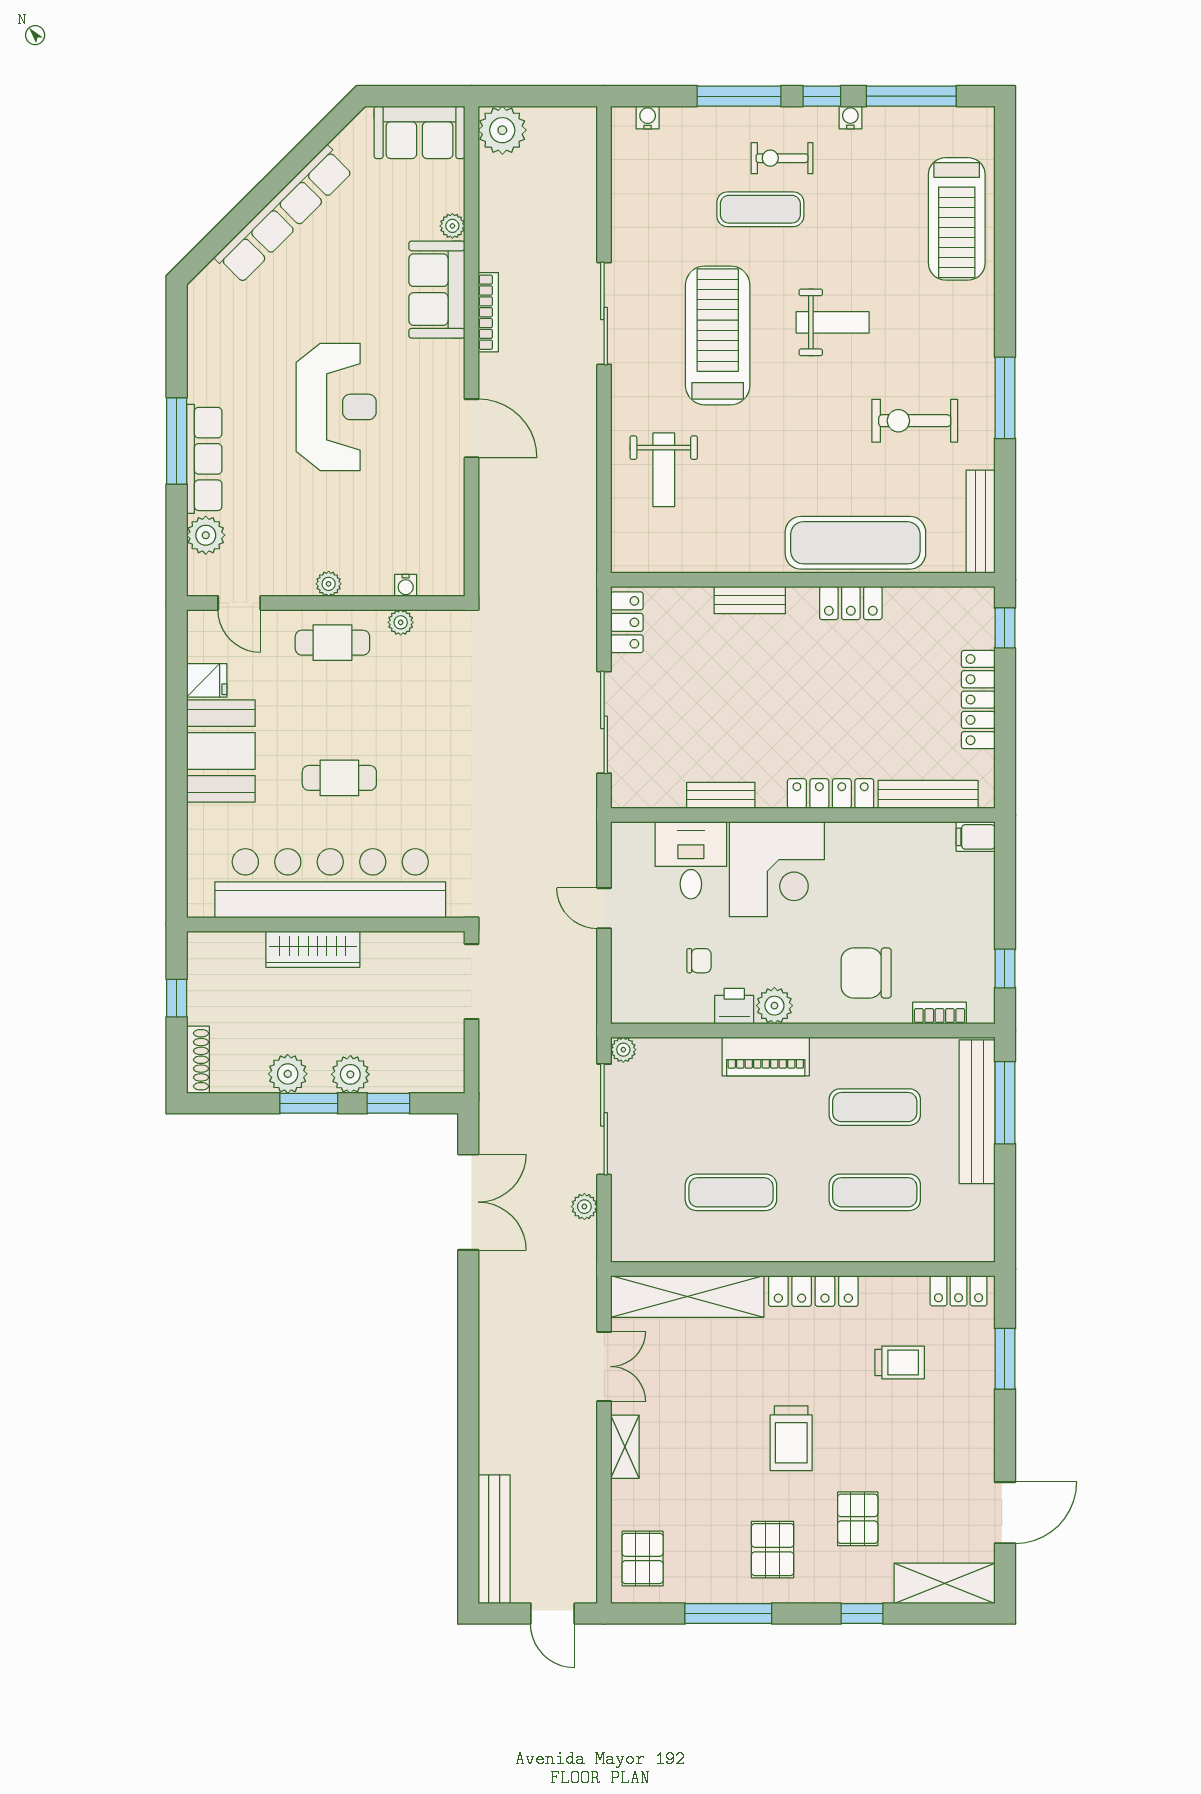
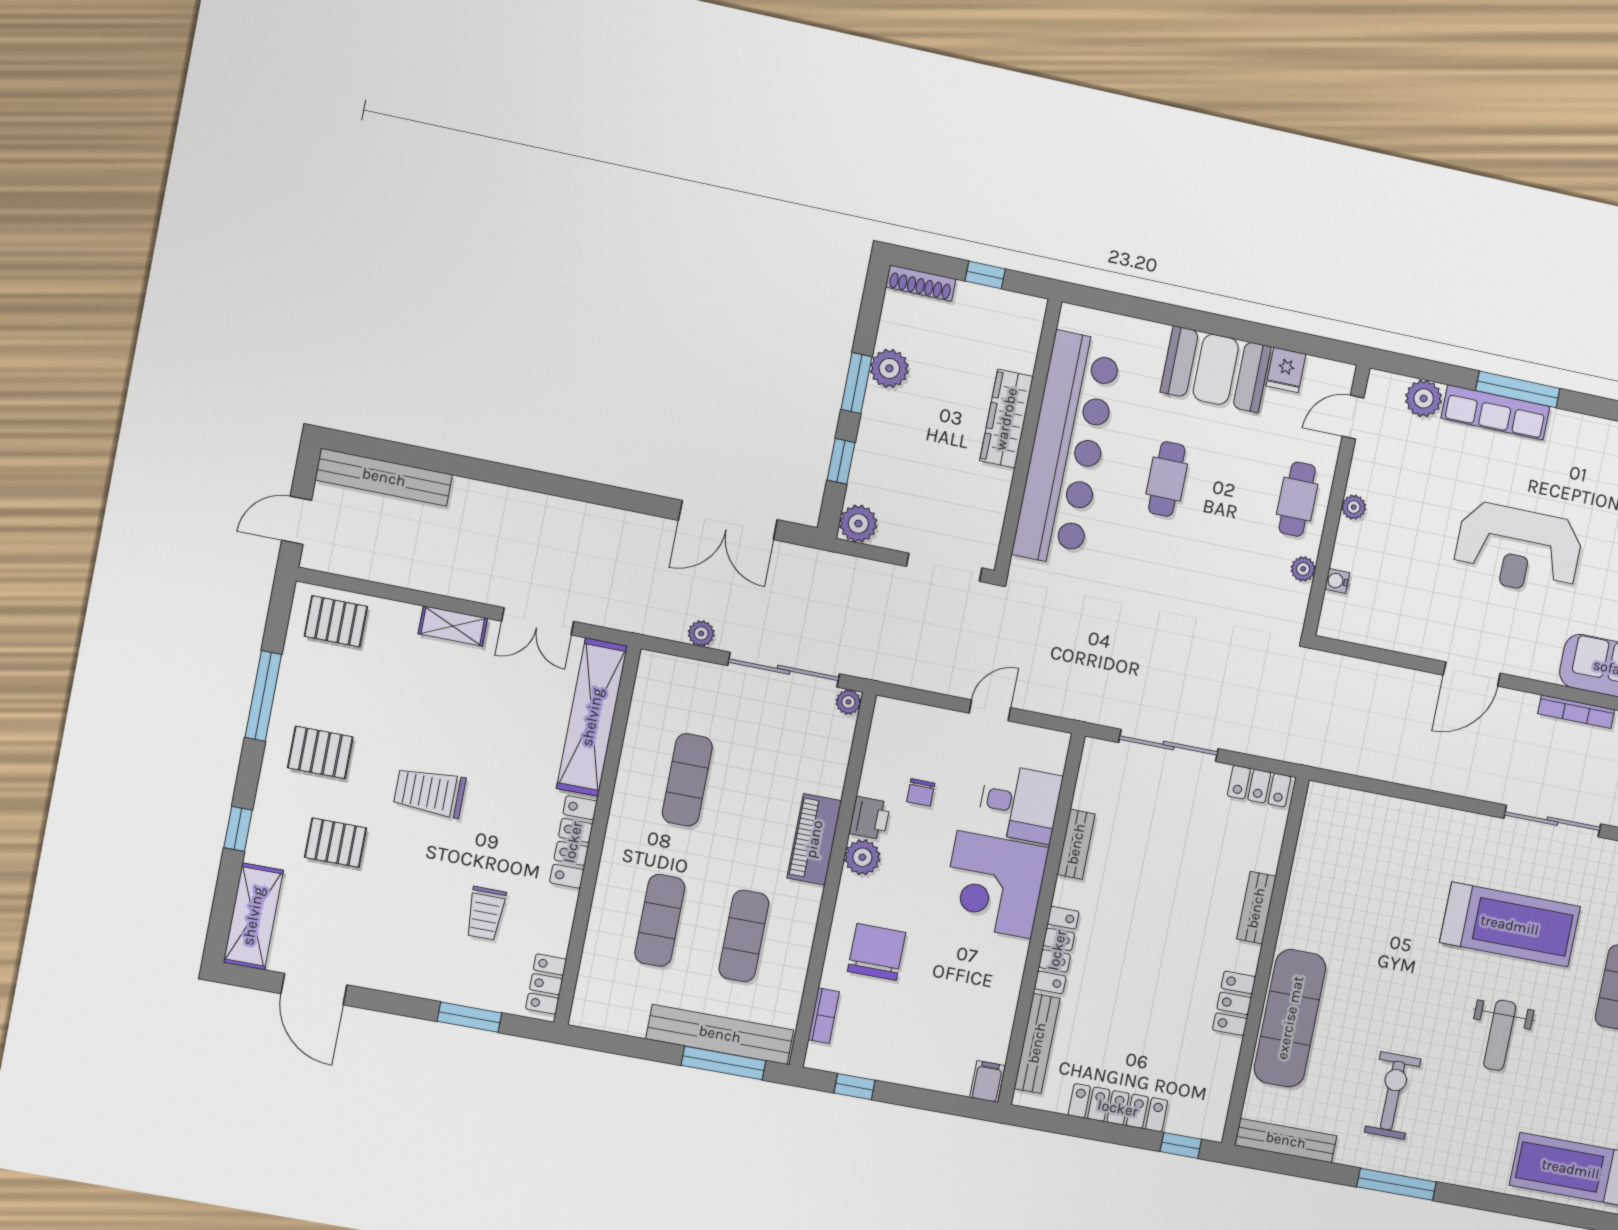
weight bench: (664, 470) -> (1396, 849), removed
plant: (350, 1074) -> (858, 524), moved

